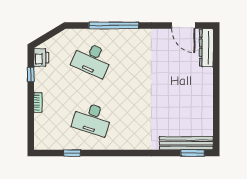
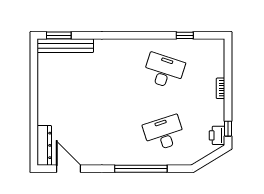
desk: (92, 59) -> (164, 133), turned -42
window: (31, 74) -> (228, 129), moved

